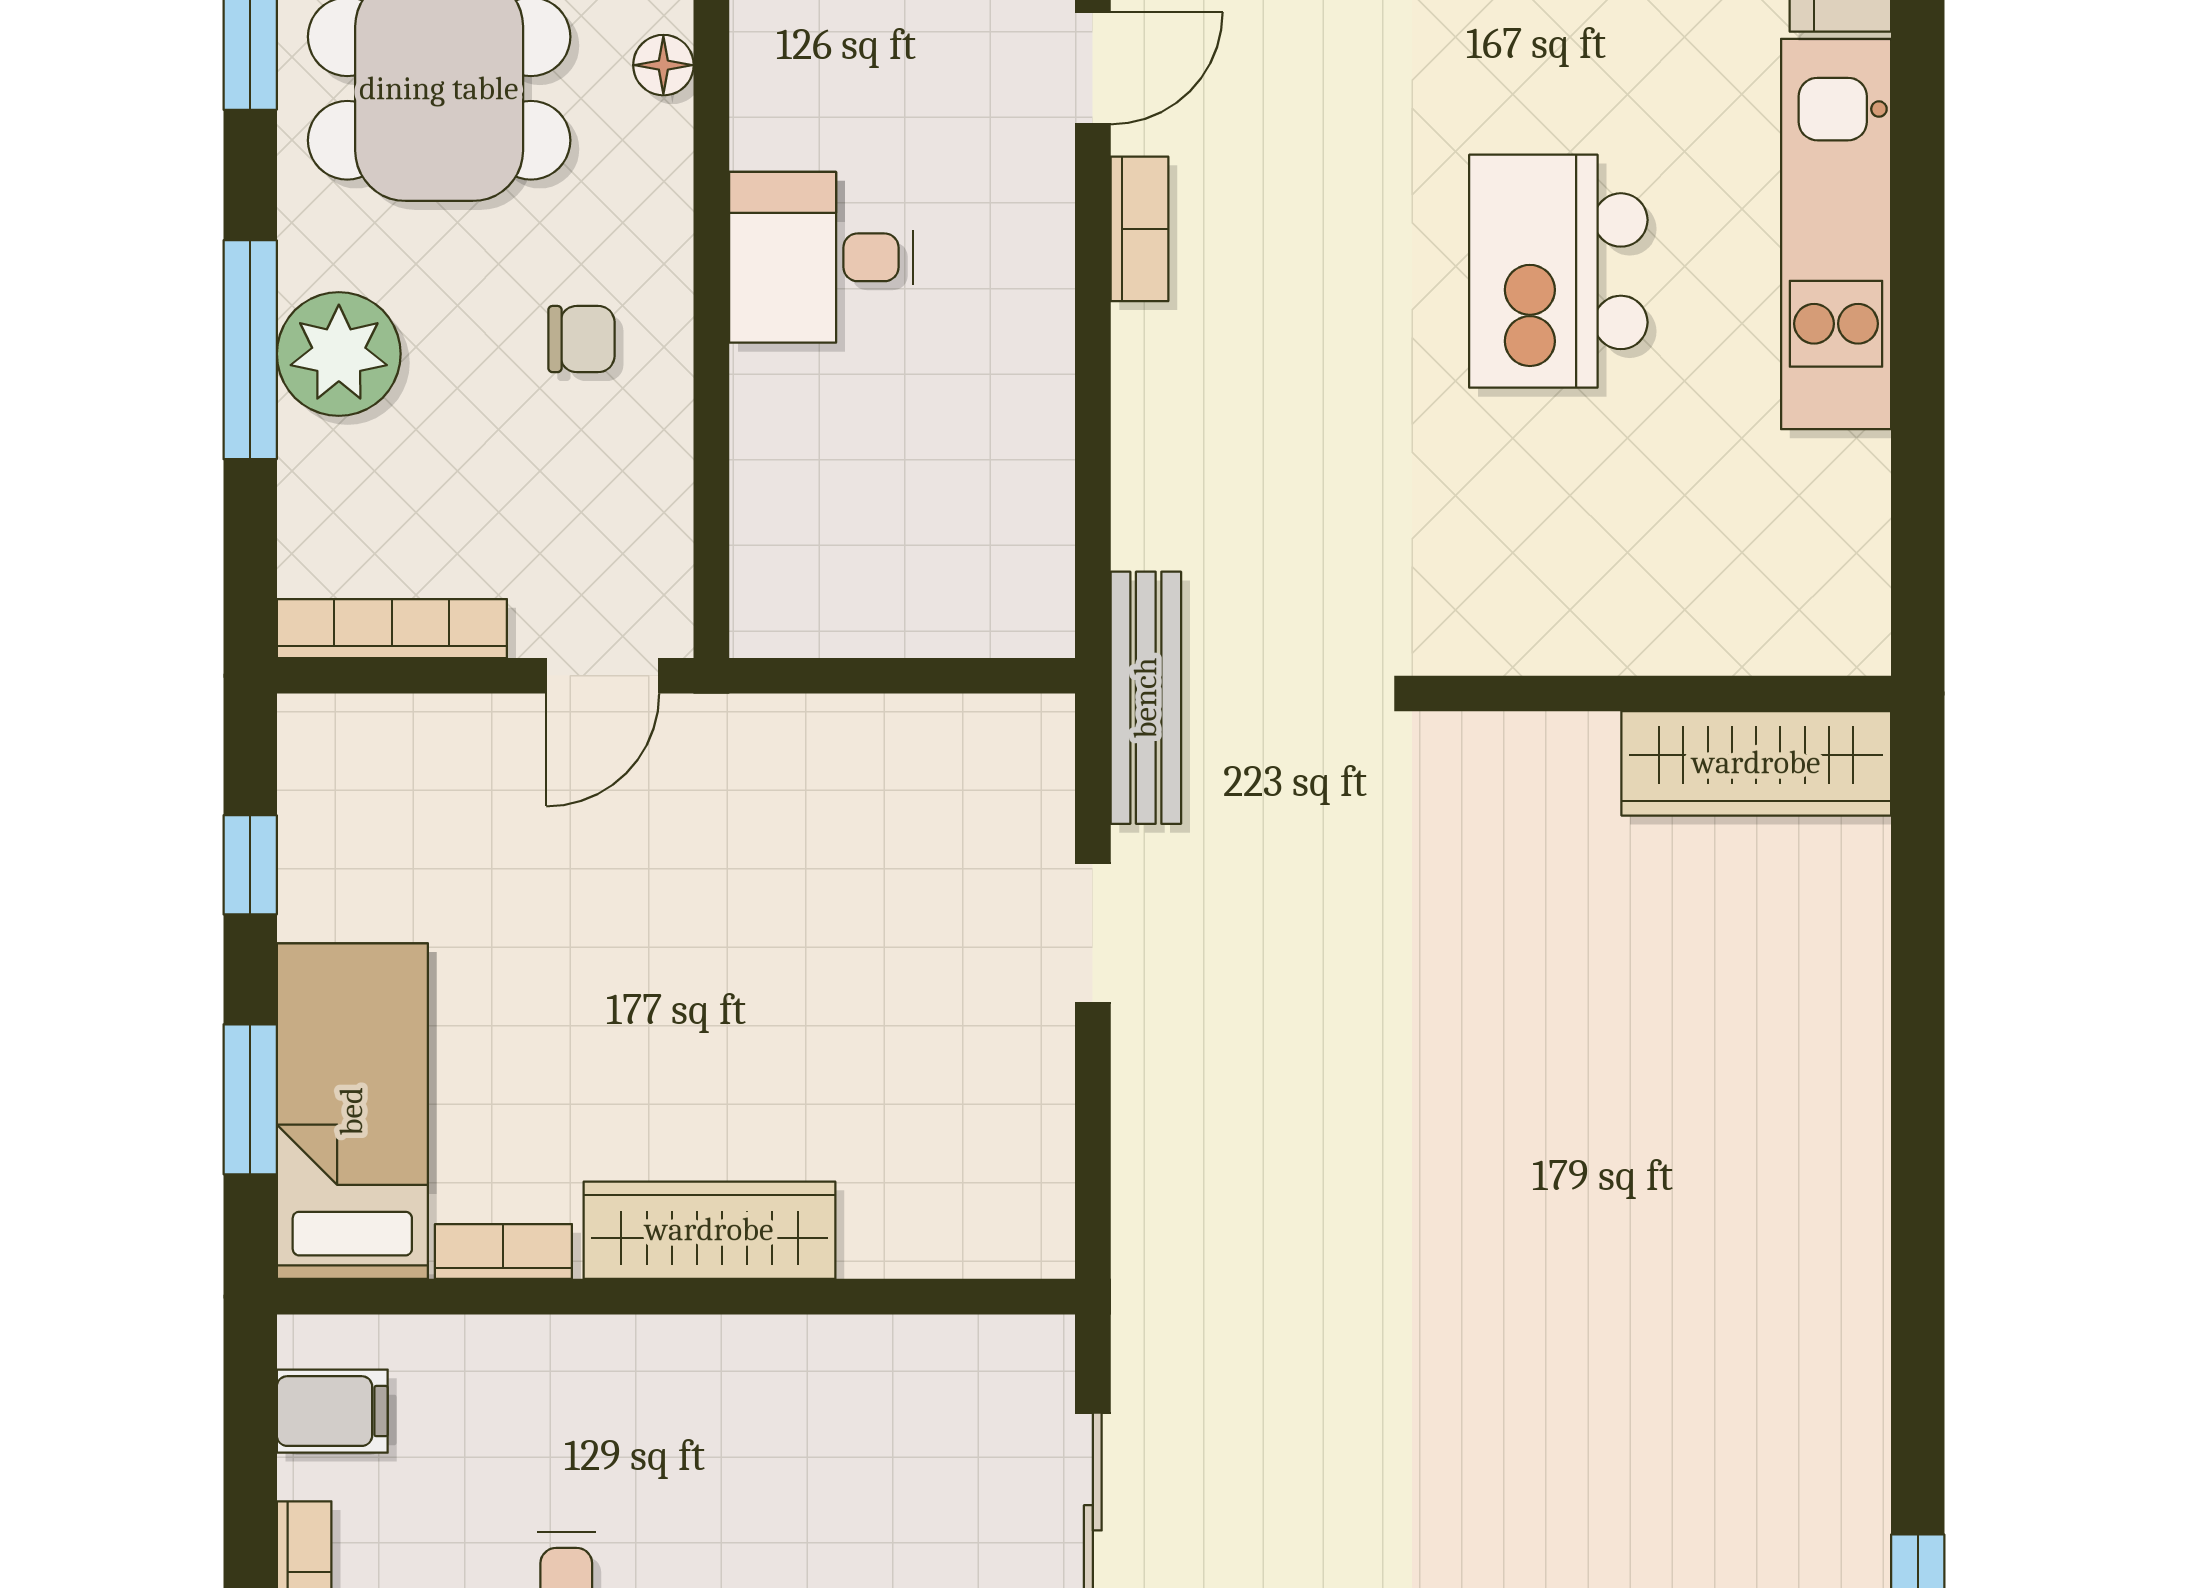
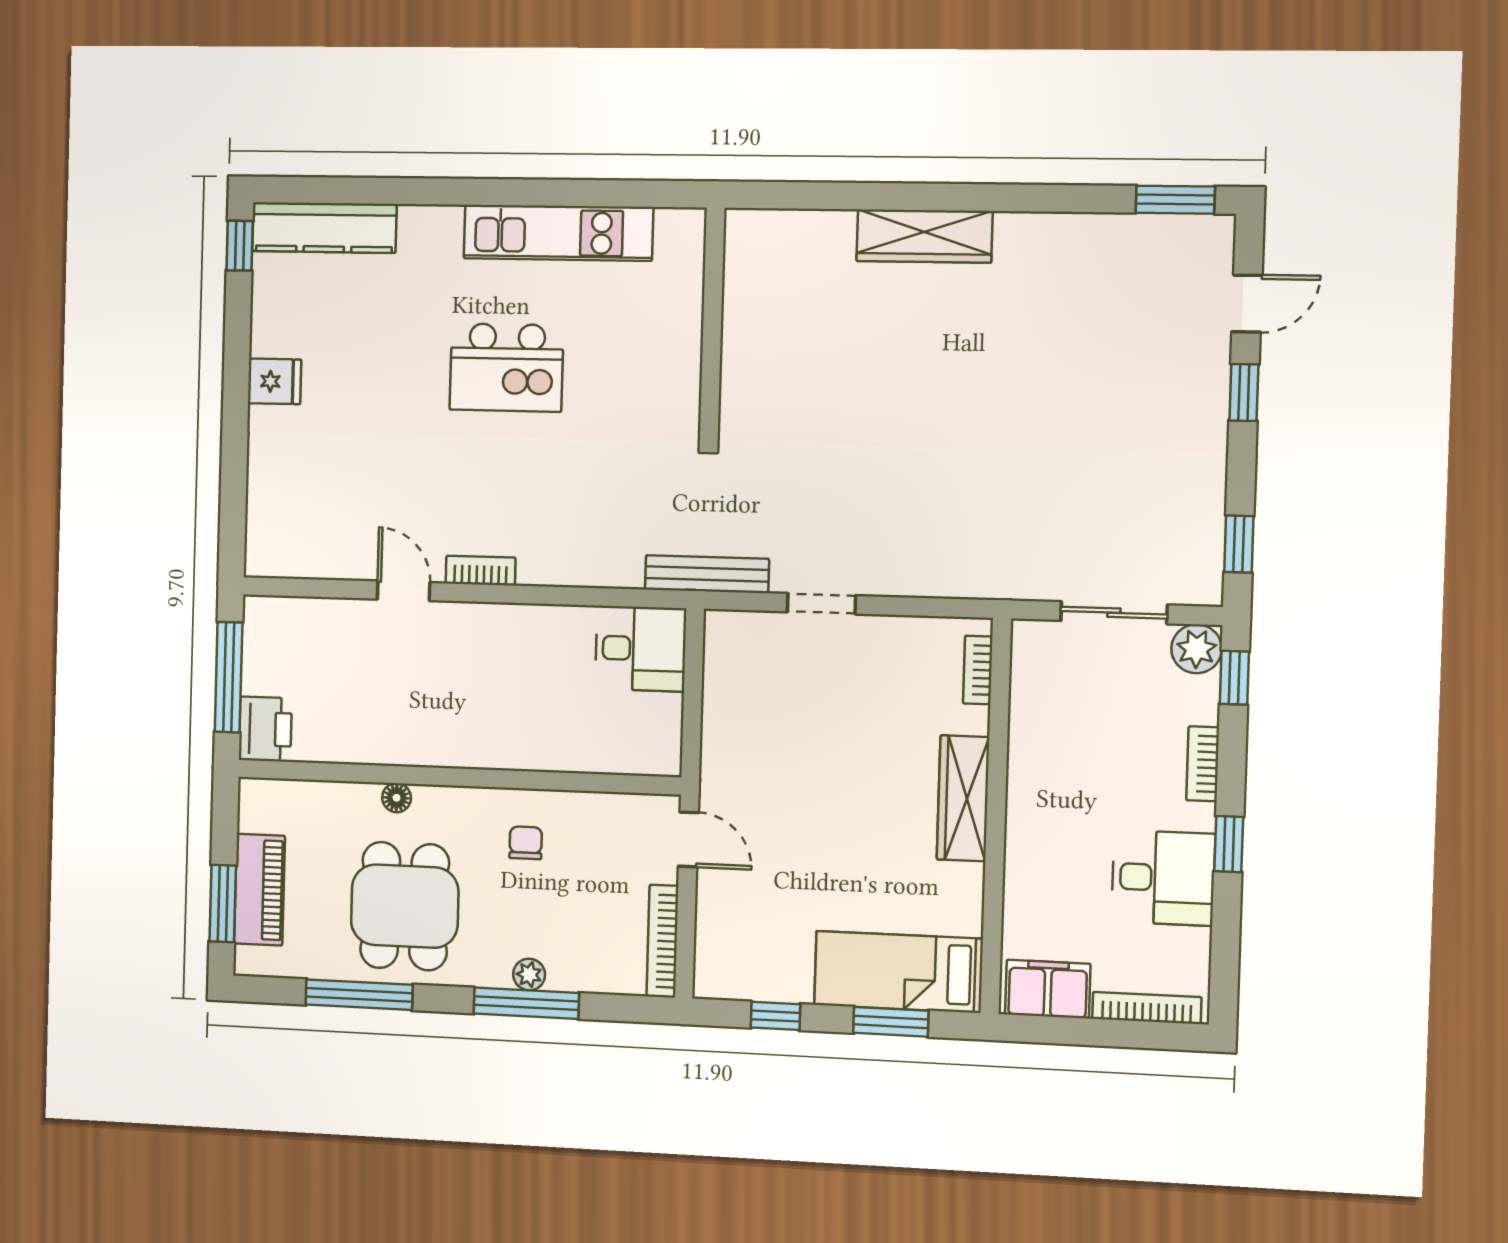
kitchen unit: (1836, 234) -> (558, 233), moved
desk: (821, 257) -> (641, 649), moved, turned -90
plant: (339, 354) -> (529, 975), width x0.53, depth x0.53
wardrobe: (1756, 763) -> (924, 236), moved, turned 90
bookcase: (503, 1251) -> (978, 670), moved
filing cabinet: (332, 1411) -> (1048, 989), width x2.00

